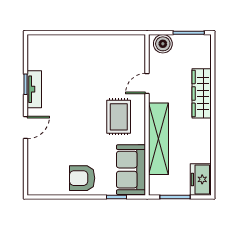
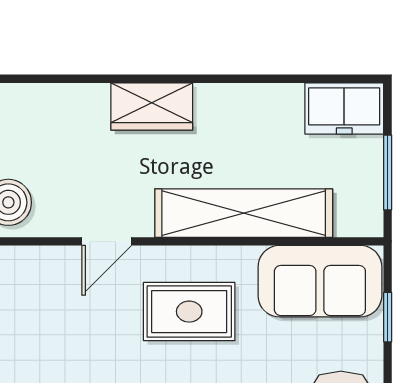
door: (147, 83) -> (107, 241), hinge flipped
wardrobe: (202, 93) -> (152, 106), width x0.67

